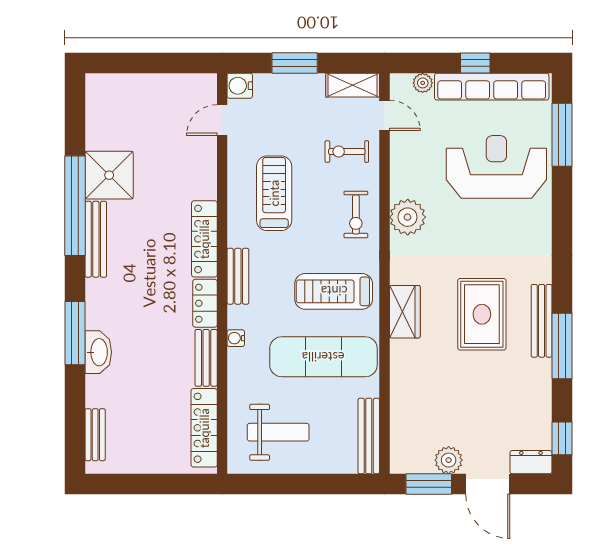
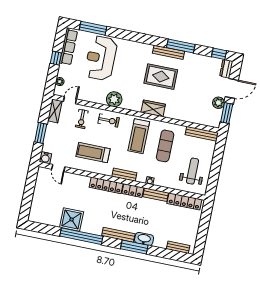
row of seats: (492, 87) -> (68, 47), width x0.73
bench: (96, 239) -> (118, 235), moved
exercise mat: (323, 357) -> (165, 146), width x0.73, depth x0.69

